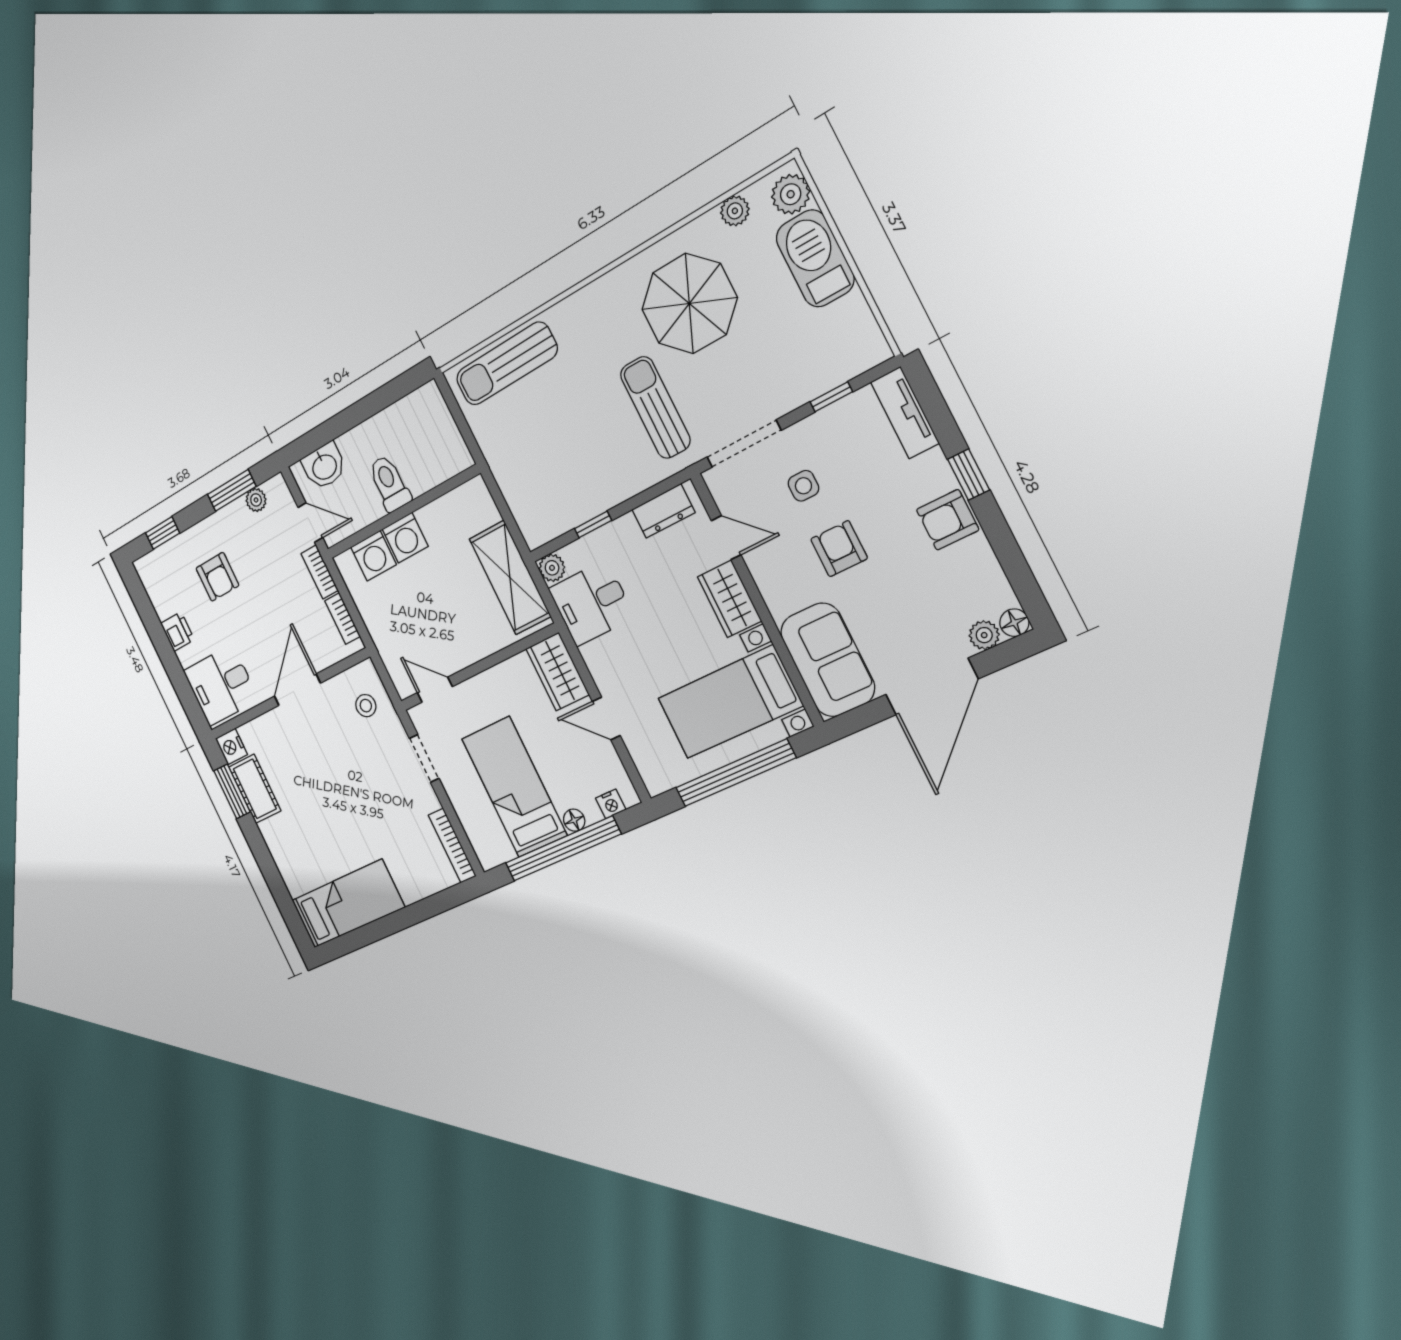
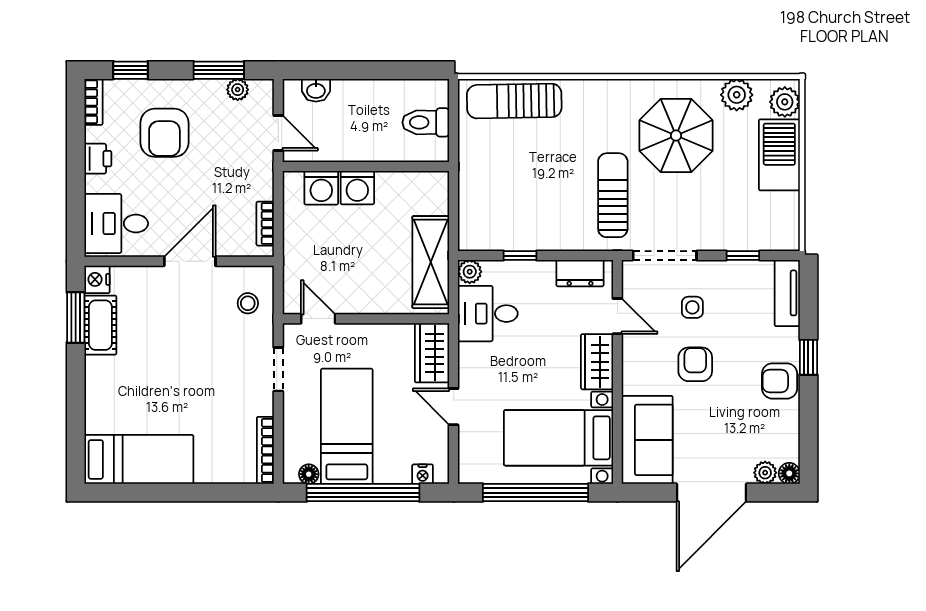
plant: (735, 211) -> (737, 95), width x1.38, depth x1.38
washbasin: (324, 466) -> (316, 90), width x0.72, depth x0.69
toilet: (389, 483) -> (426, 122), moved, turned -90
bookcase: (320, 572) -> (94, 102), moved, turned 180
armchair: (217, 577) -> (164, 133), width x1.38, depth x1.38
floor lamp: (574, 820) -> (309, 474), moved

